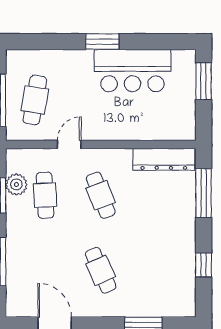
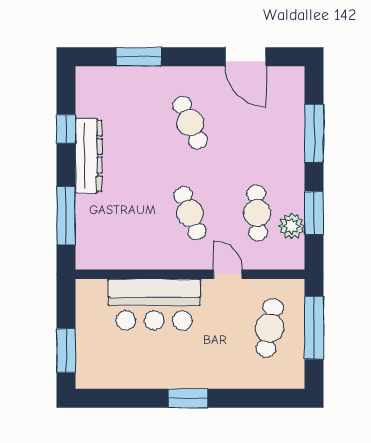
bar counter: (133, 71) -> (154, 305), moved, turned 180
door: (69, 144) -> (228, 274), swing flipped
dresser: (164, 159) -> (89, 156), moved, turned 90

